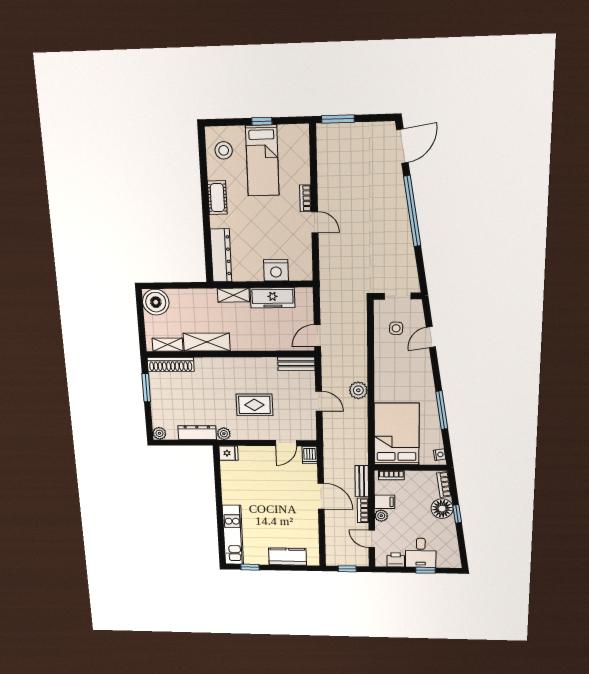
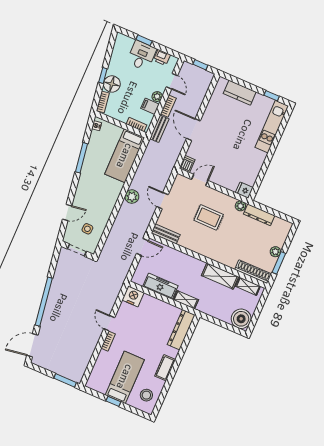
nightstand: (276, 270) -> (133, 296), moved
plant: (159, 433) -> (275, 252), moved
bed: (397, 434) -> (125, 156), width x0.67

